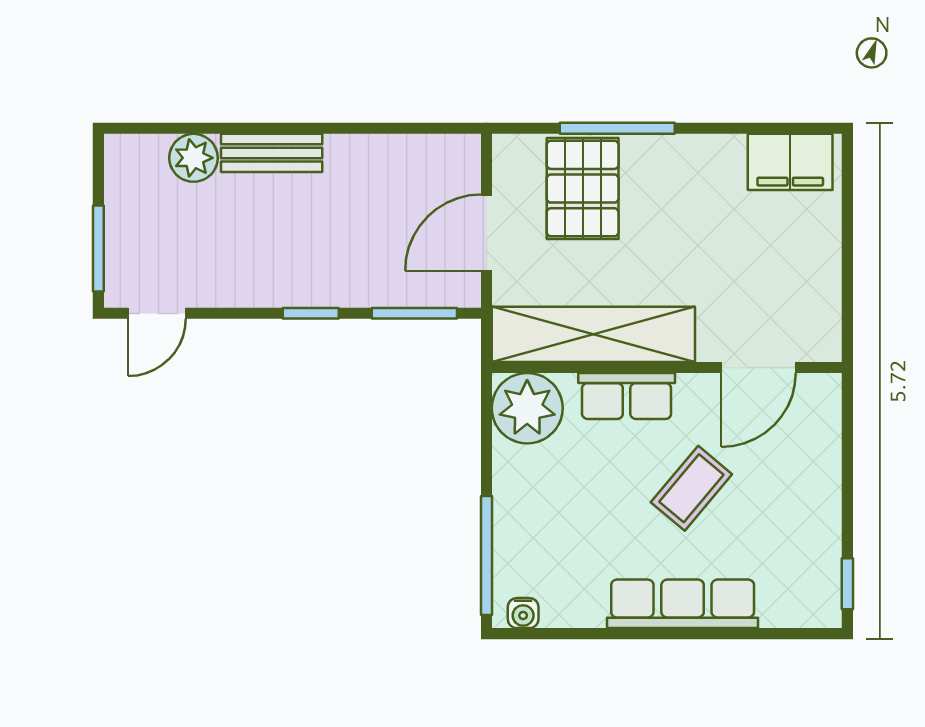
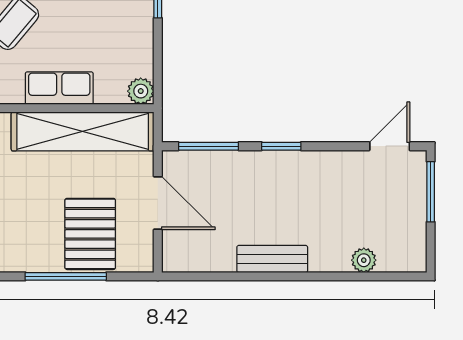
bench: (272, 153) -> (272, 259), moved
plant: (194, 158) -> (364, 260), width x0.73, depth x0.73
door: (486, 233) -> (158, 203), hinge flipped
plant: (527, 408) -> (141, 91), width x0.53, depth x0.53

